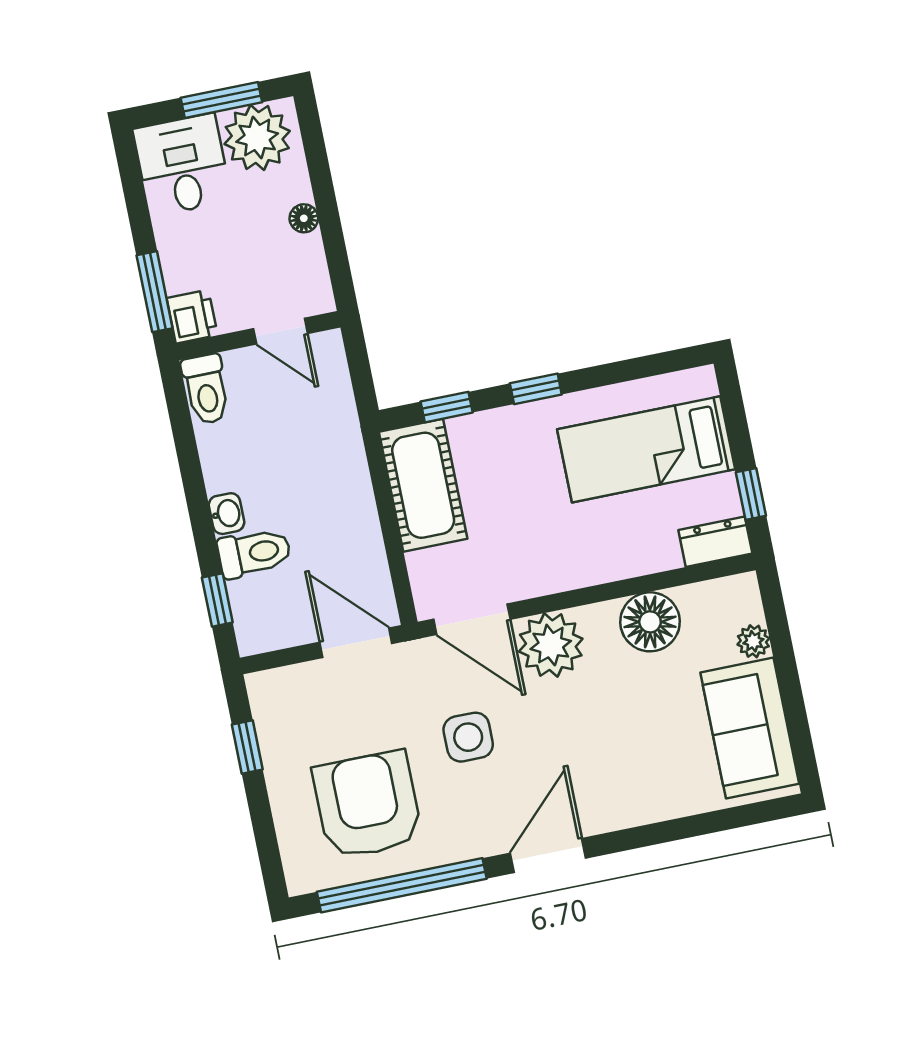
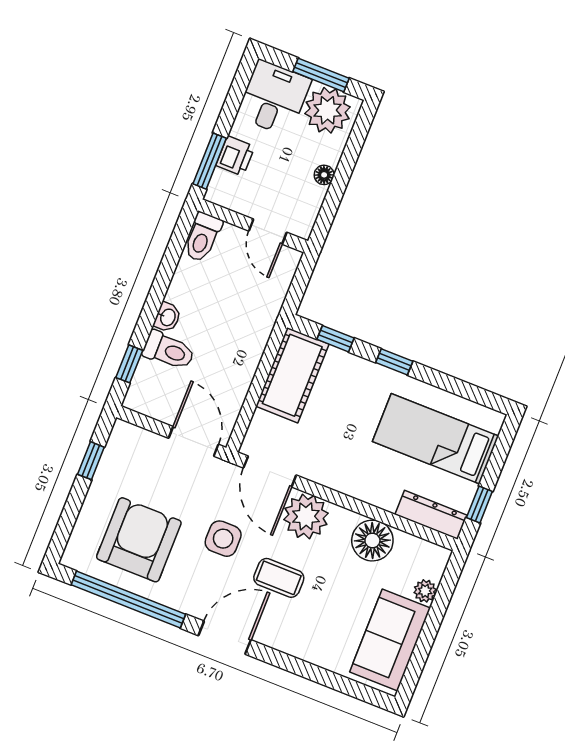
printer: (192, 317) -> (235, 156), moved
dresser: (715, 542) -> (431, 515), width x1.44
coffee table: (566, 741) -> (279, 578), added

